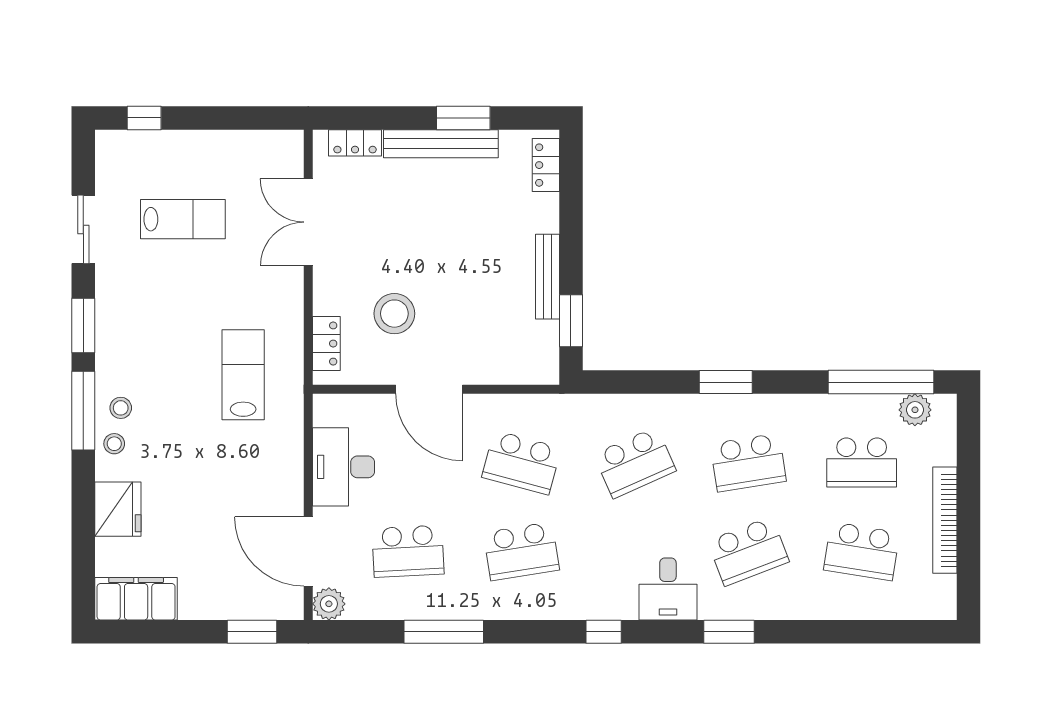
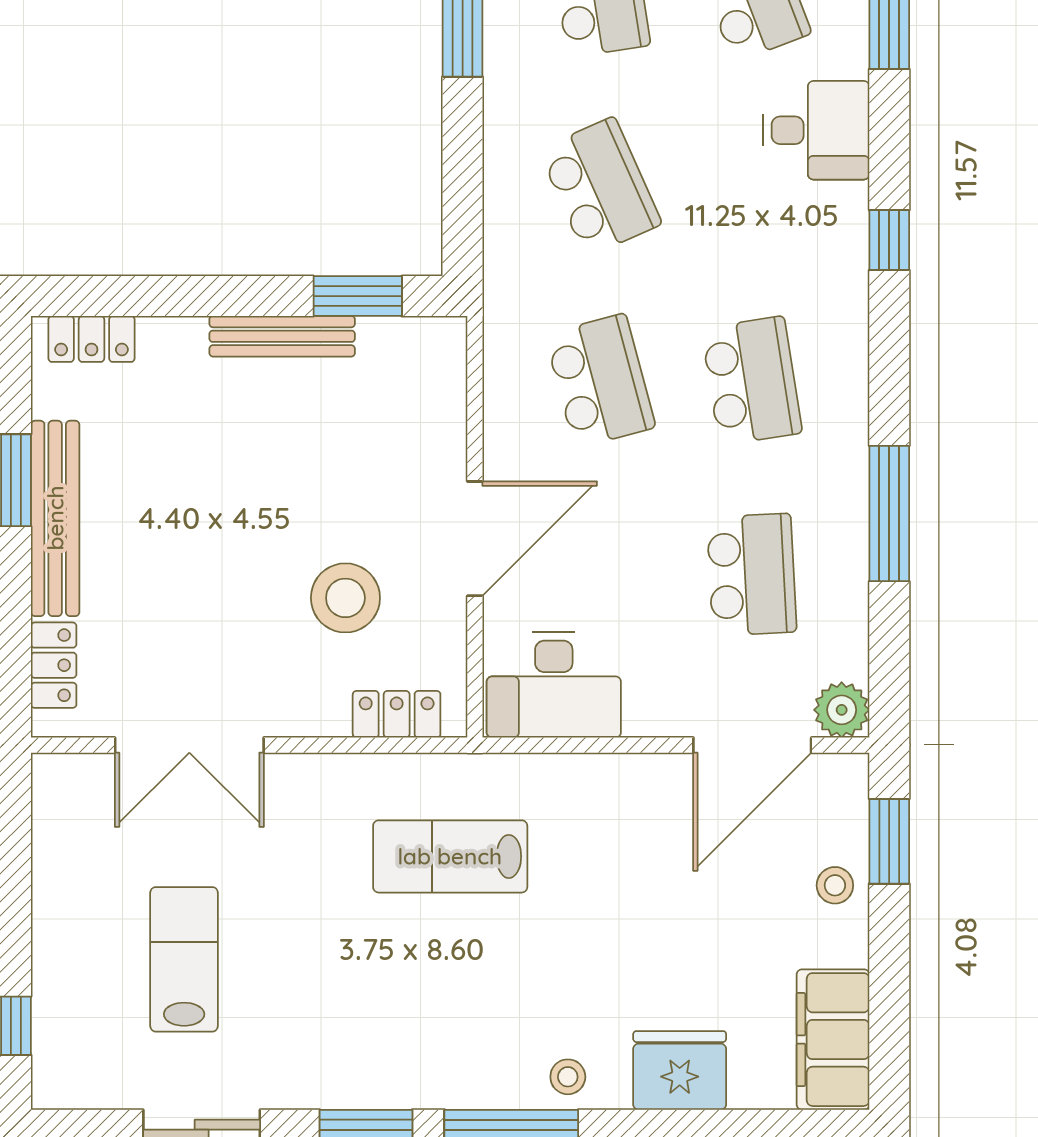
stool: (121, 408) -> (835, 885), moved
school desk: (521, 463) -> (600, 381), turned -30
desk: (343, 467) -> (554, 685), moved

